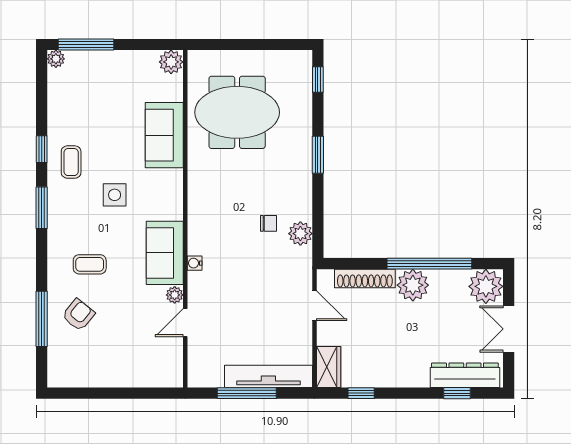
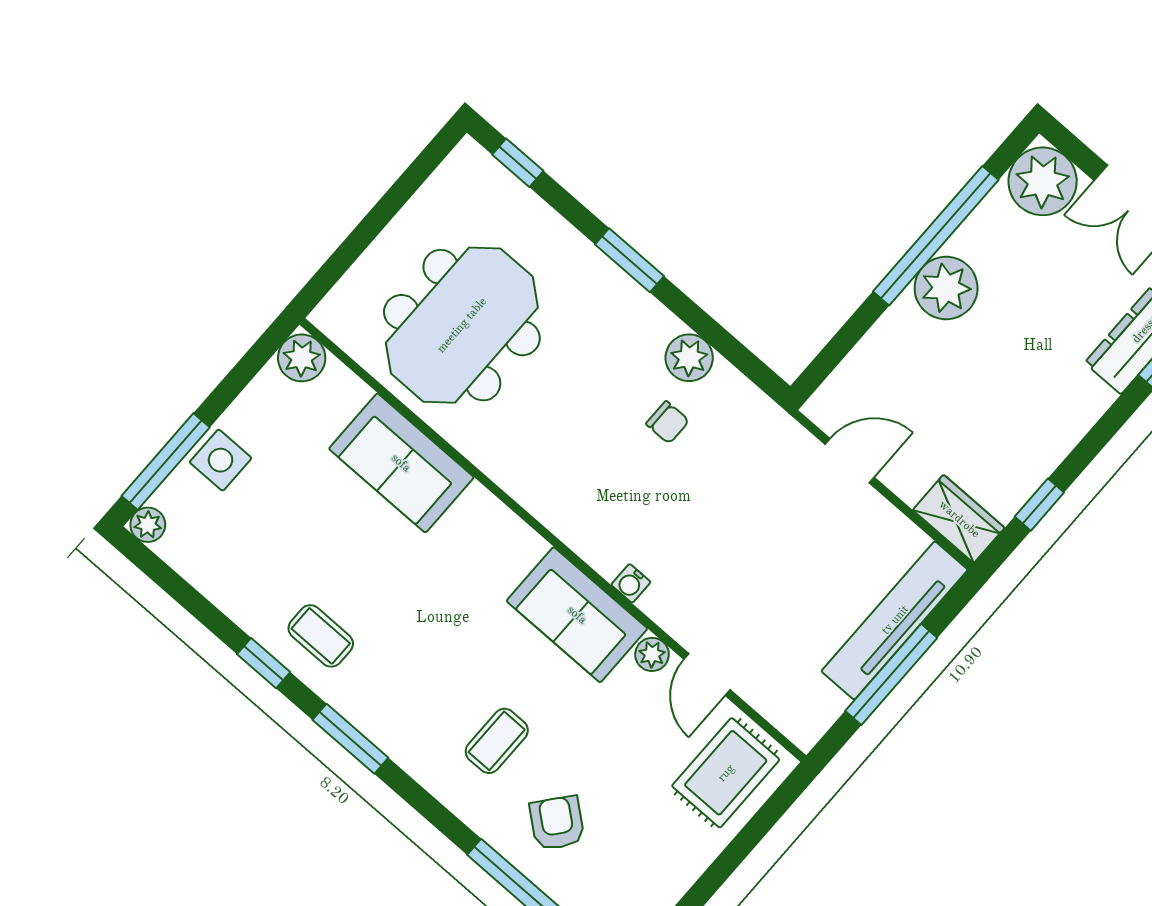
side table: (115, 195) -> (221, 460), moved
chair: (268, 223) -> (668, 422), turned 90
plant: (300, 234) -> (689, 358), moved
shoe rack: (365, 279) -> (874, 351), removed
rug: (154, 363) -> (726, 773), added

